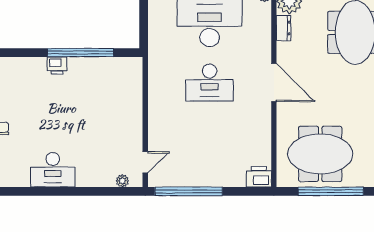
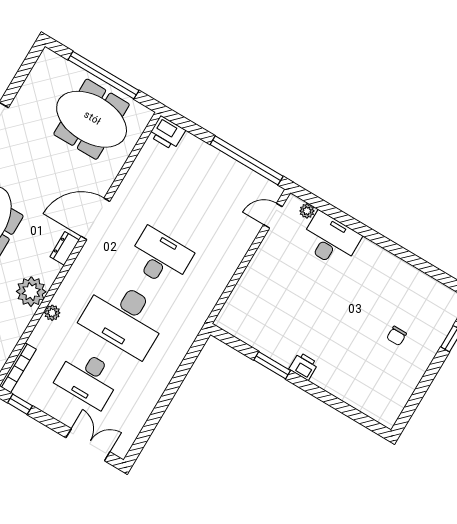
dresser: (284, 28) -> (65, 248), moved
window: (81, 53) -> (272, 365), width x0.47
door: (274, 83) -> (95, 219), hinge flipped
desk: (53, 170) -> (330, 240), moved

